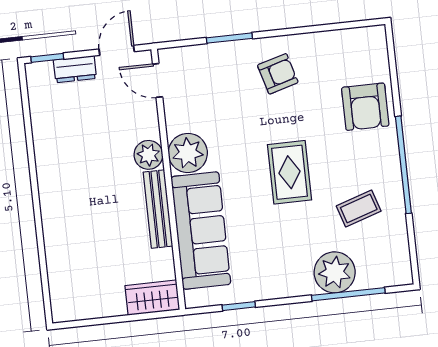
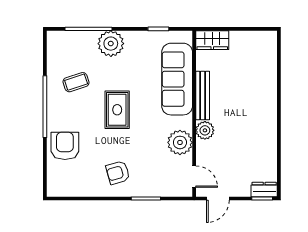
dresser: (75, 69) -> (264, 189), moved
plant: (188, 153) -> (180, 142), moved
plant: (335, 272) -> (111, 44), moved

